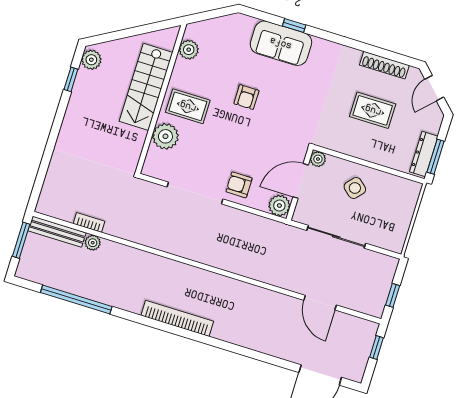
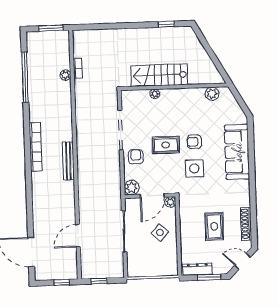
window: (294, 26) -> (251, 156), removed
sofa: (281, 43) -> (237, 152), width x1.36
plant: (91, 60) -> (184, 33), removed
stairs: (146, 87) -> (159, 75), moved
rug: (188, 106) -> (166, 145), moved, turned 90
side table: (283, 110) -> (194, 168), added
plant: (165, 136) -> (155, 94), width x0.53, depth x0.53
window: (436, 157) -> (209, 277), moved
door: (301, 181) -> (152, 196), swing flipped
bench: (57, 232) -> (68, 161), moved

